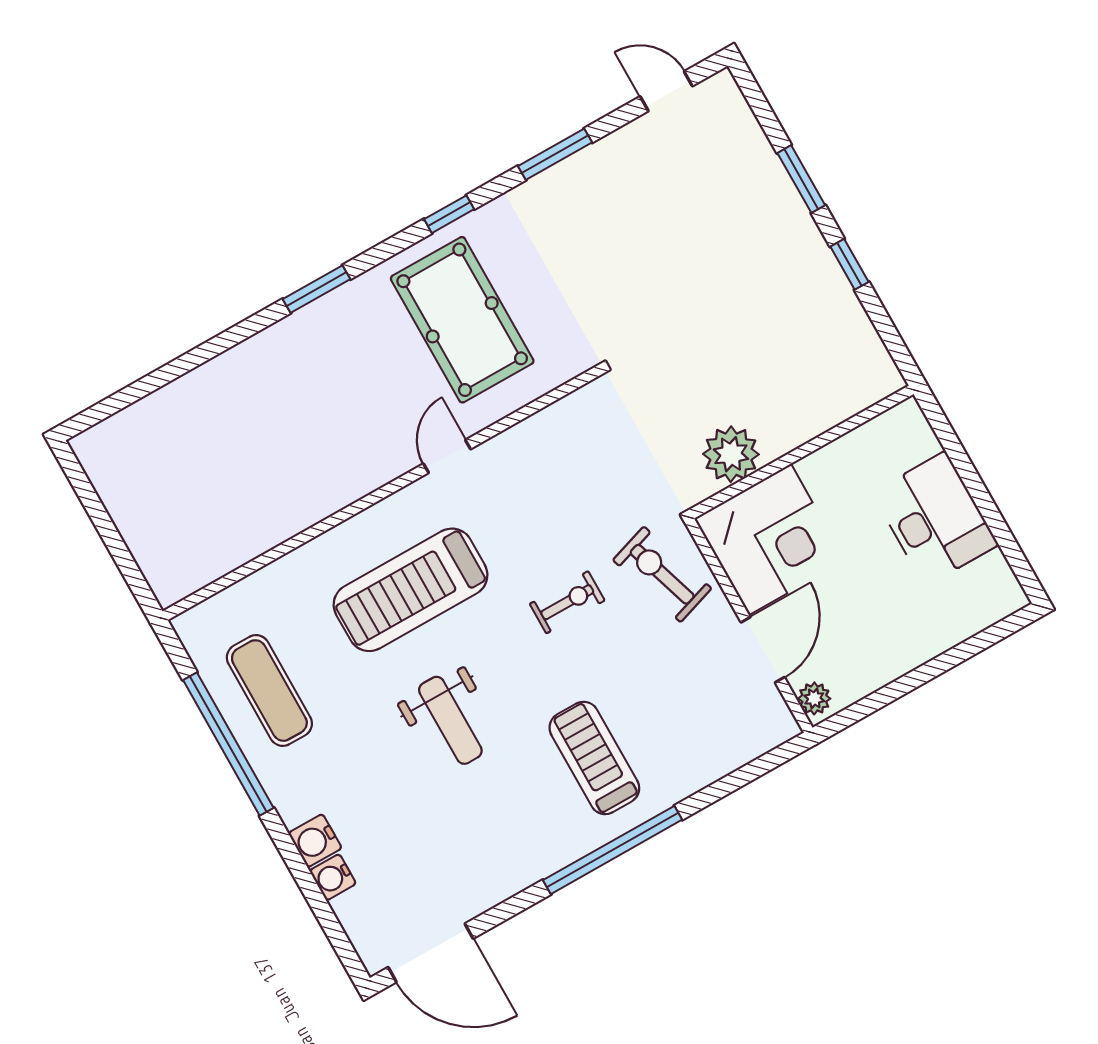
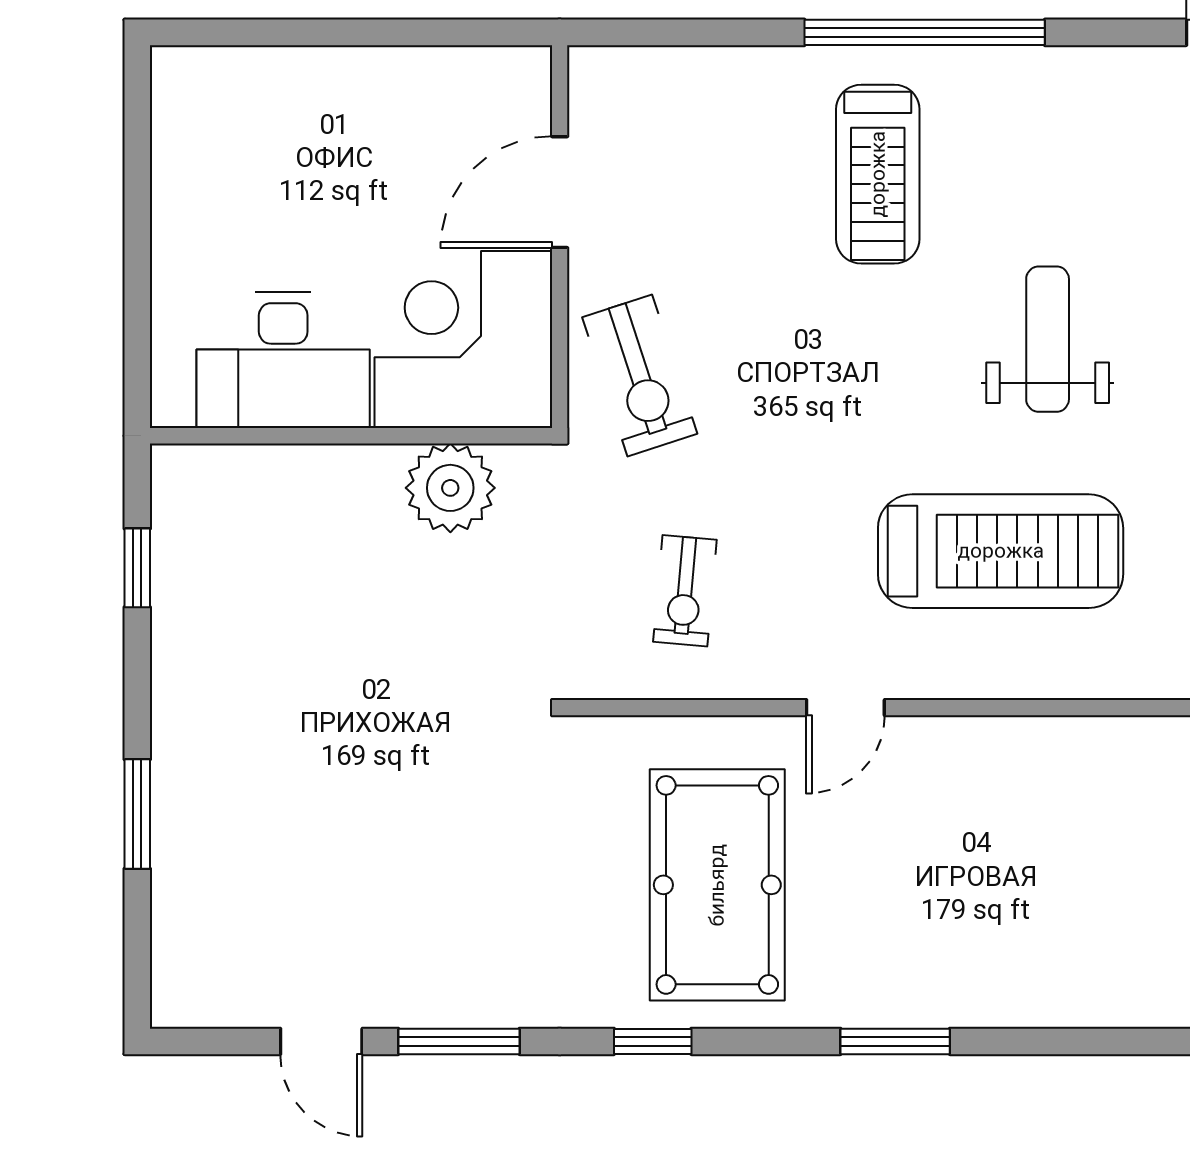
door: (666, 91) -> (321, 1041), moved
window: (849, 264) -> (137, 568), moved
desk: (935, 519) -> (283, 360), moved, turned -90
exercise bike: (567, 602) -> (685, 591), moved, turned -85
plant: (814, 698) -> (526, 84), removed

